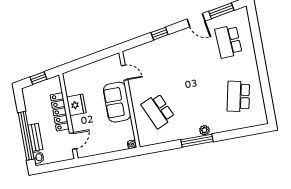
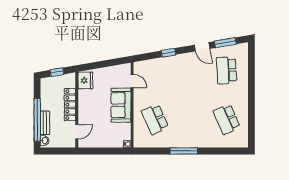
school desk: (238, 96) -> (227, 119), turned -36
fridge: (76, 105) -> (85, 80), moved
plant: (204, 130) -> (192, 143), removed

